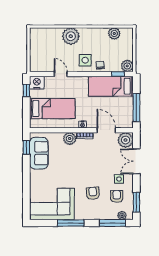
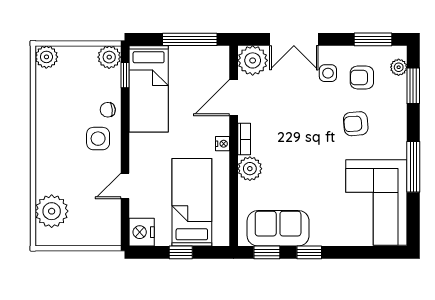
plant: (114, 34) -> (46, 57), moved
plant: (71, 36) -> (52, 211), moved
window: (26, 90) -> (181, 252), moved
window: (26, 169) -> (309, 252), added
window: (112, 223) -> (413, 86), width x0.69

